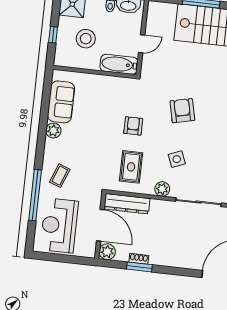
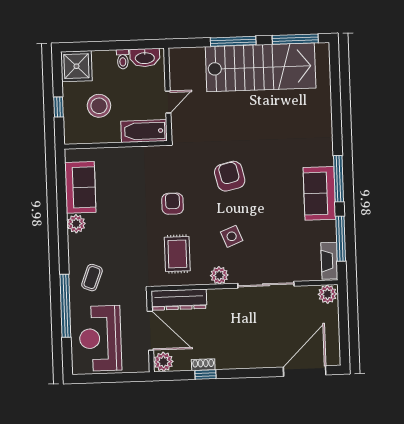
window: (139, 267) -> (205, 374), width x0.67

